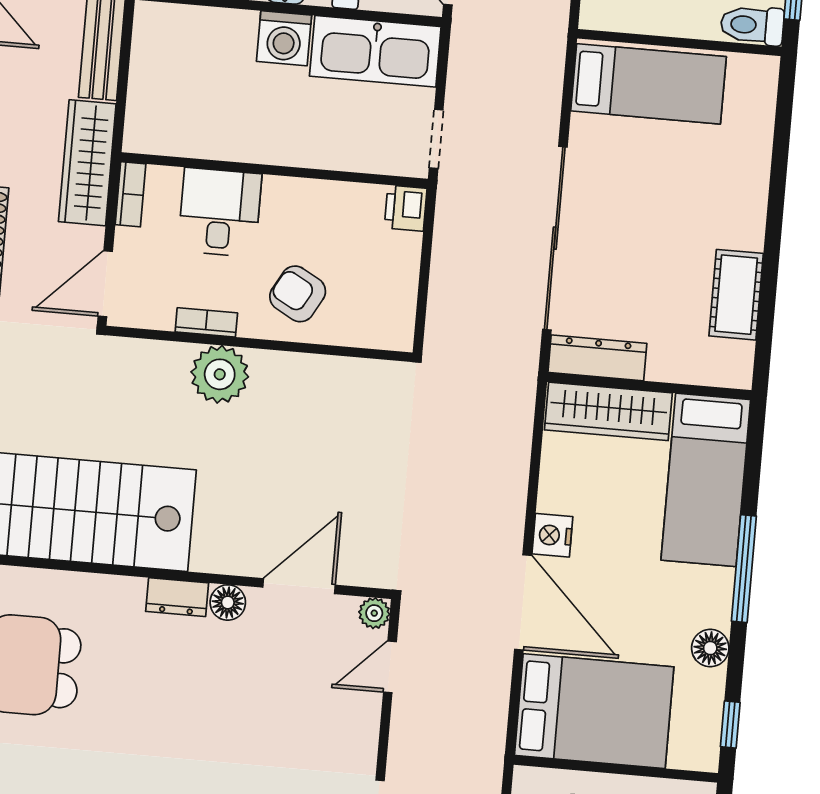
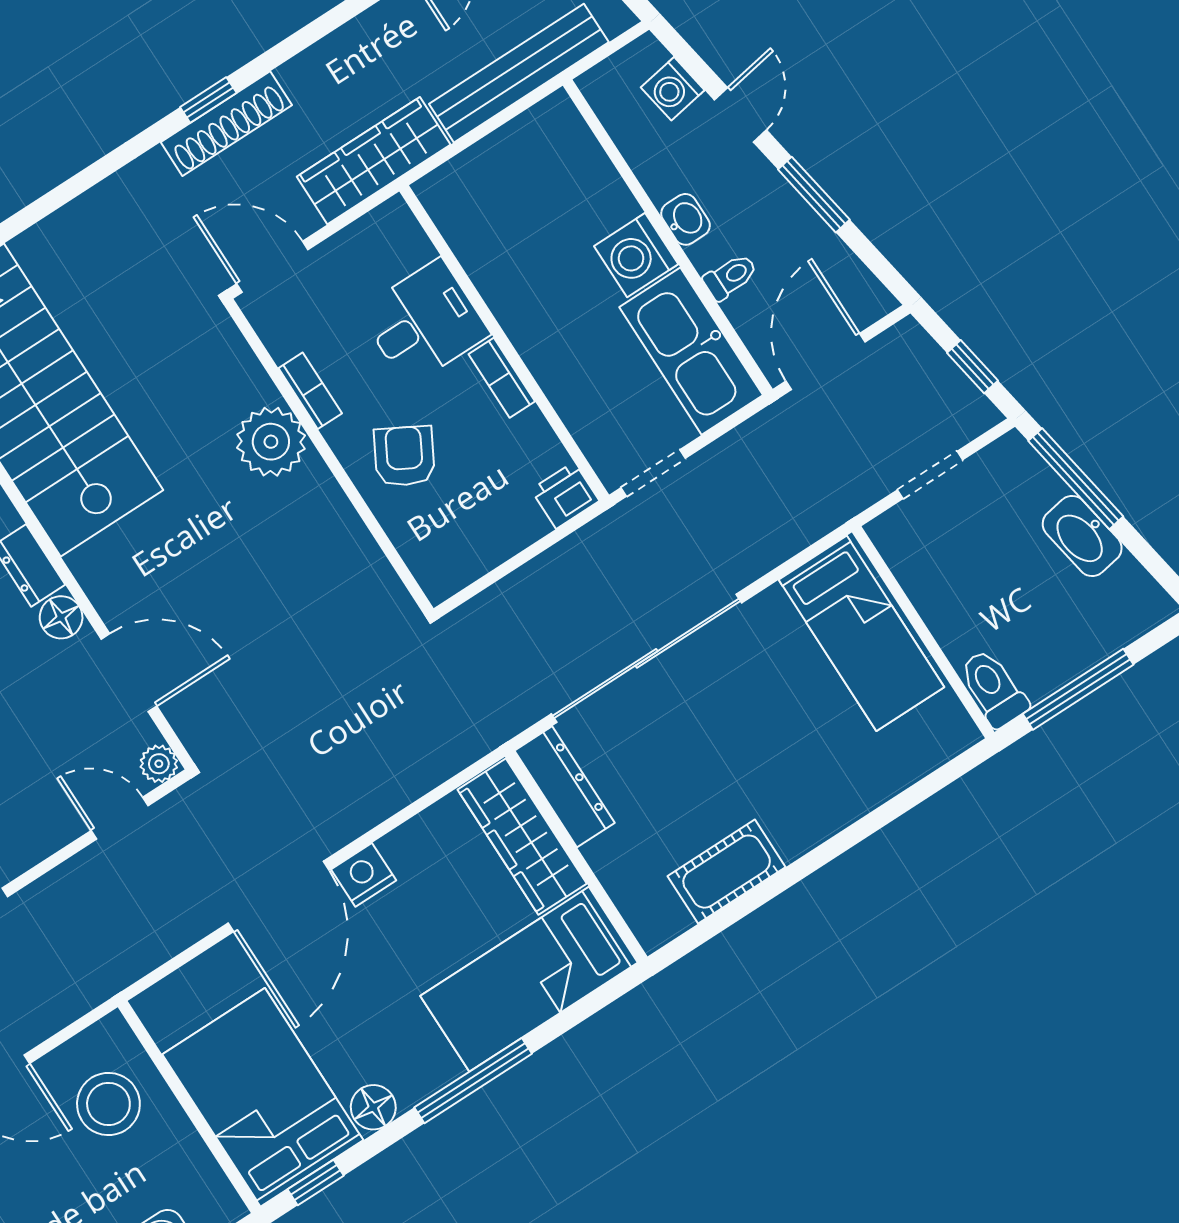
bookcase: (131, 194) -> (502, 378), moved, turned 90
bed: (594, 711) -> (263, 1097), moved, turned 180

